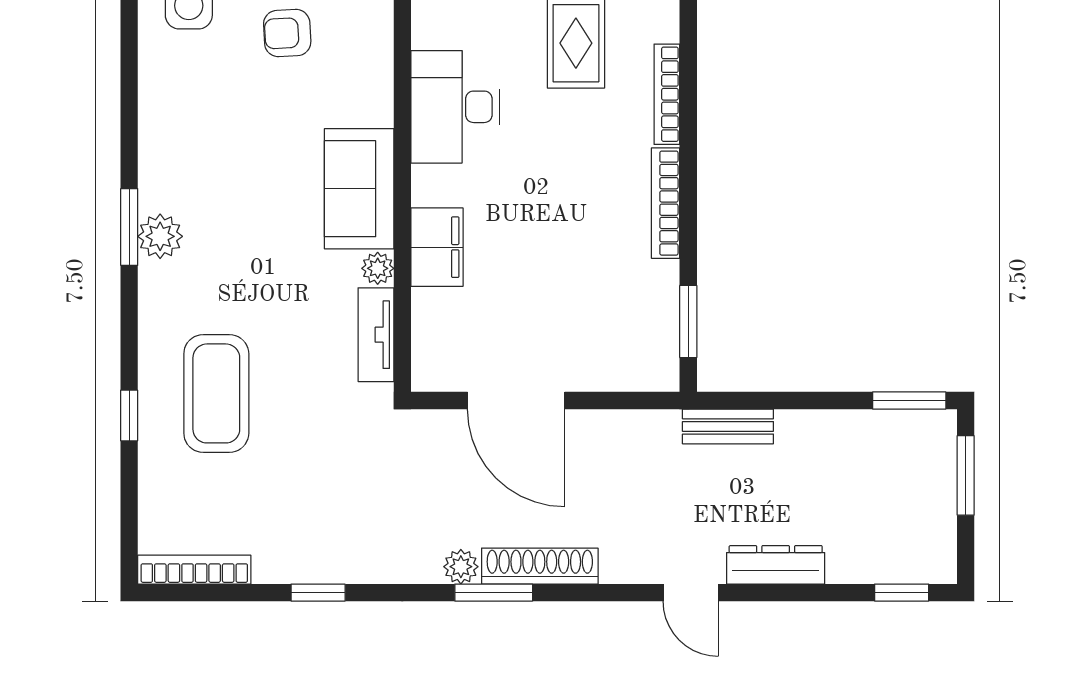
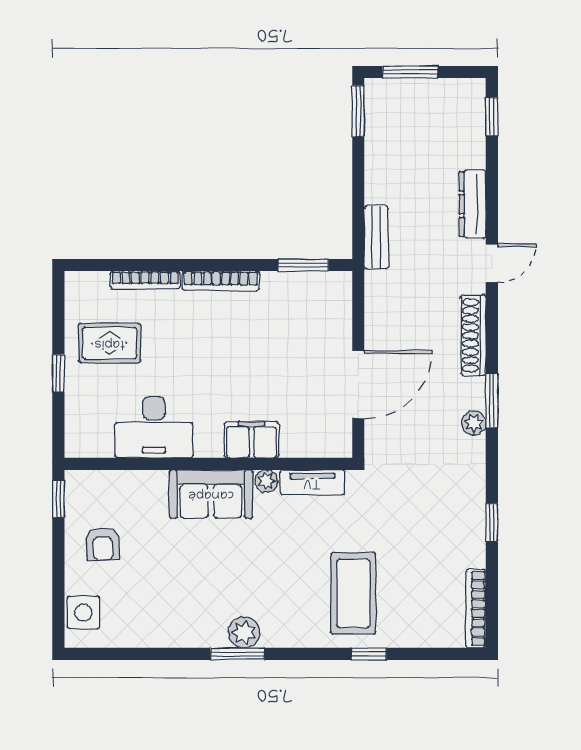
coffee table: (216, 393) -> (353, 593), turned 90
shoe rack: (540, 566) -> (473, 335), moved

